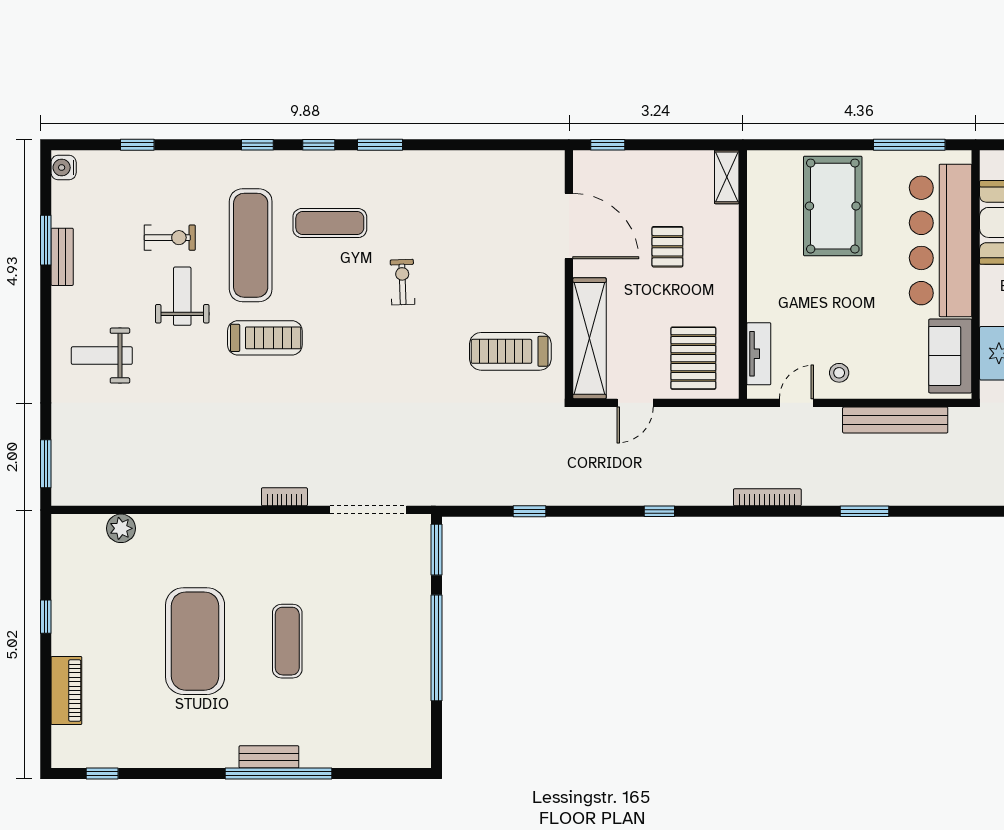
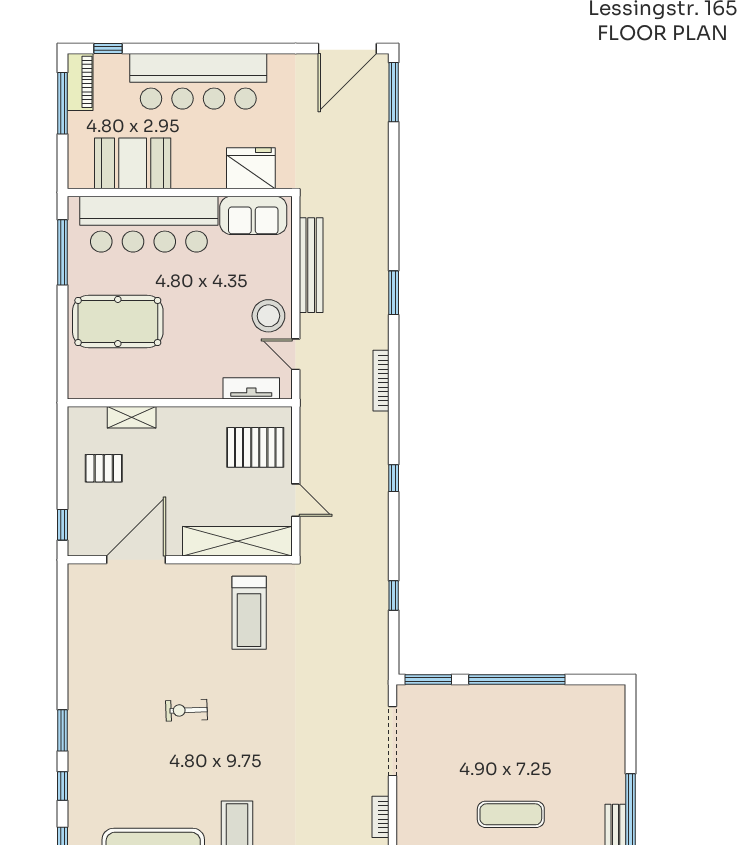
shelving: (727, 177) -> (132, 417), moved
exercise mat: (330, 223) -> (133, 776), removed
pallet: (667, 247) -> (104, 468), moved
stool: (839, 373) -> (268, 316), width x1.89, depth x1.89

